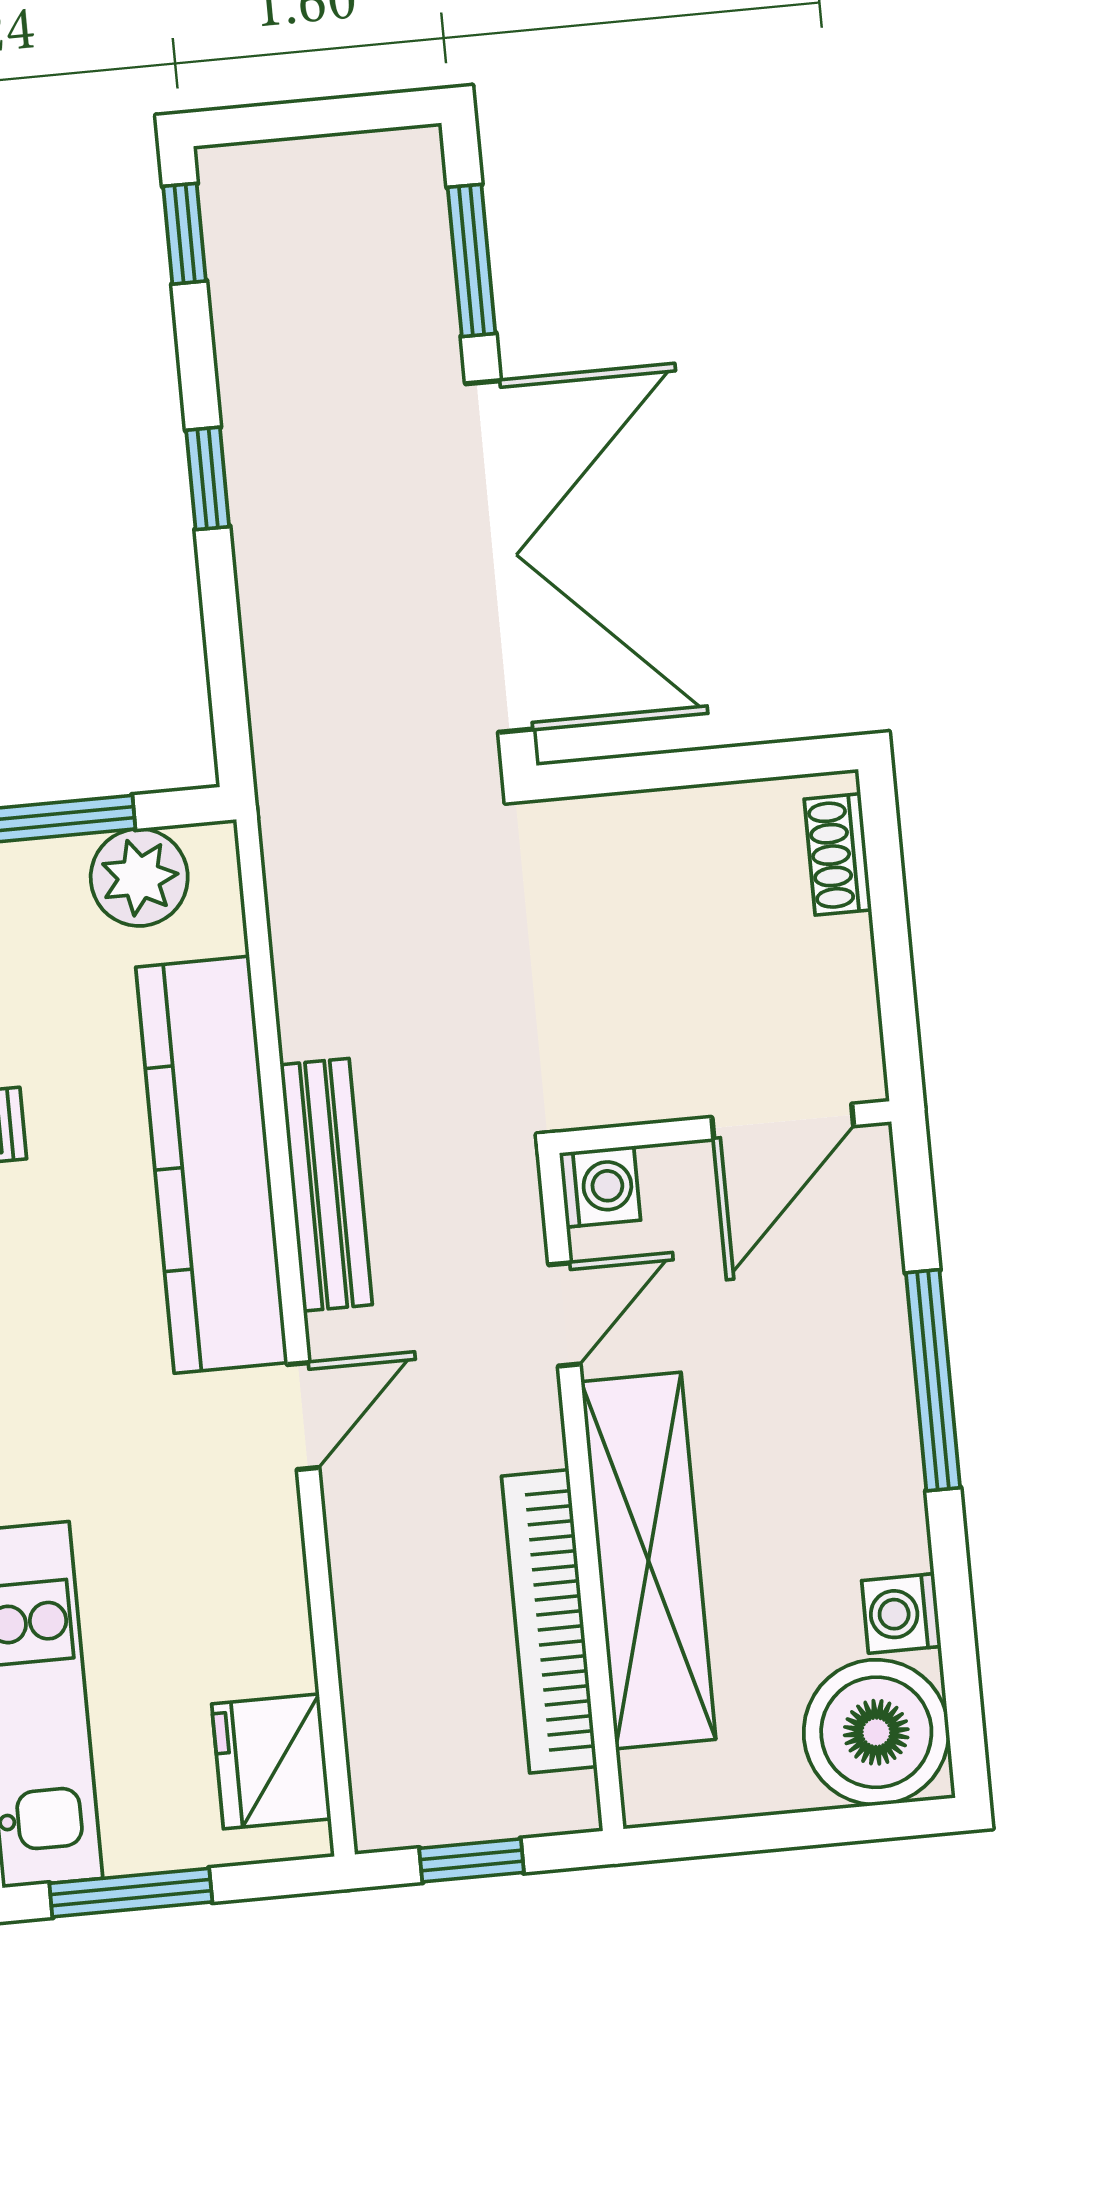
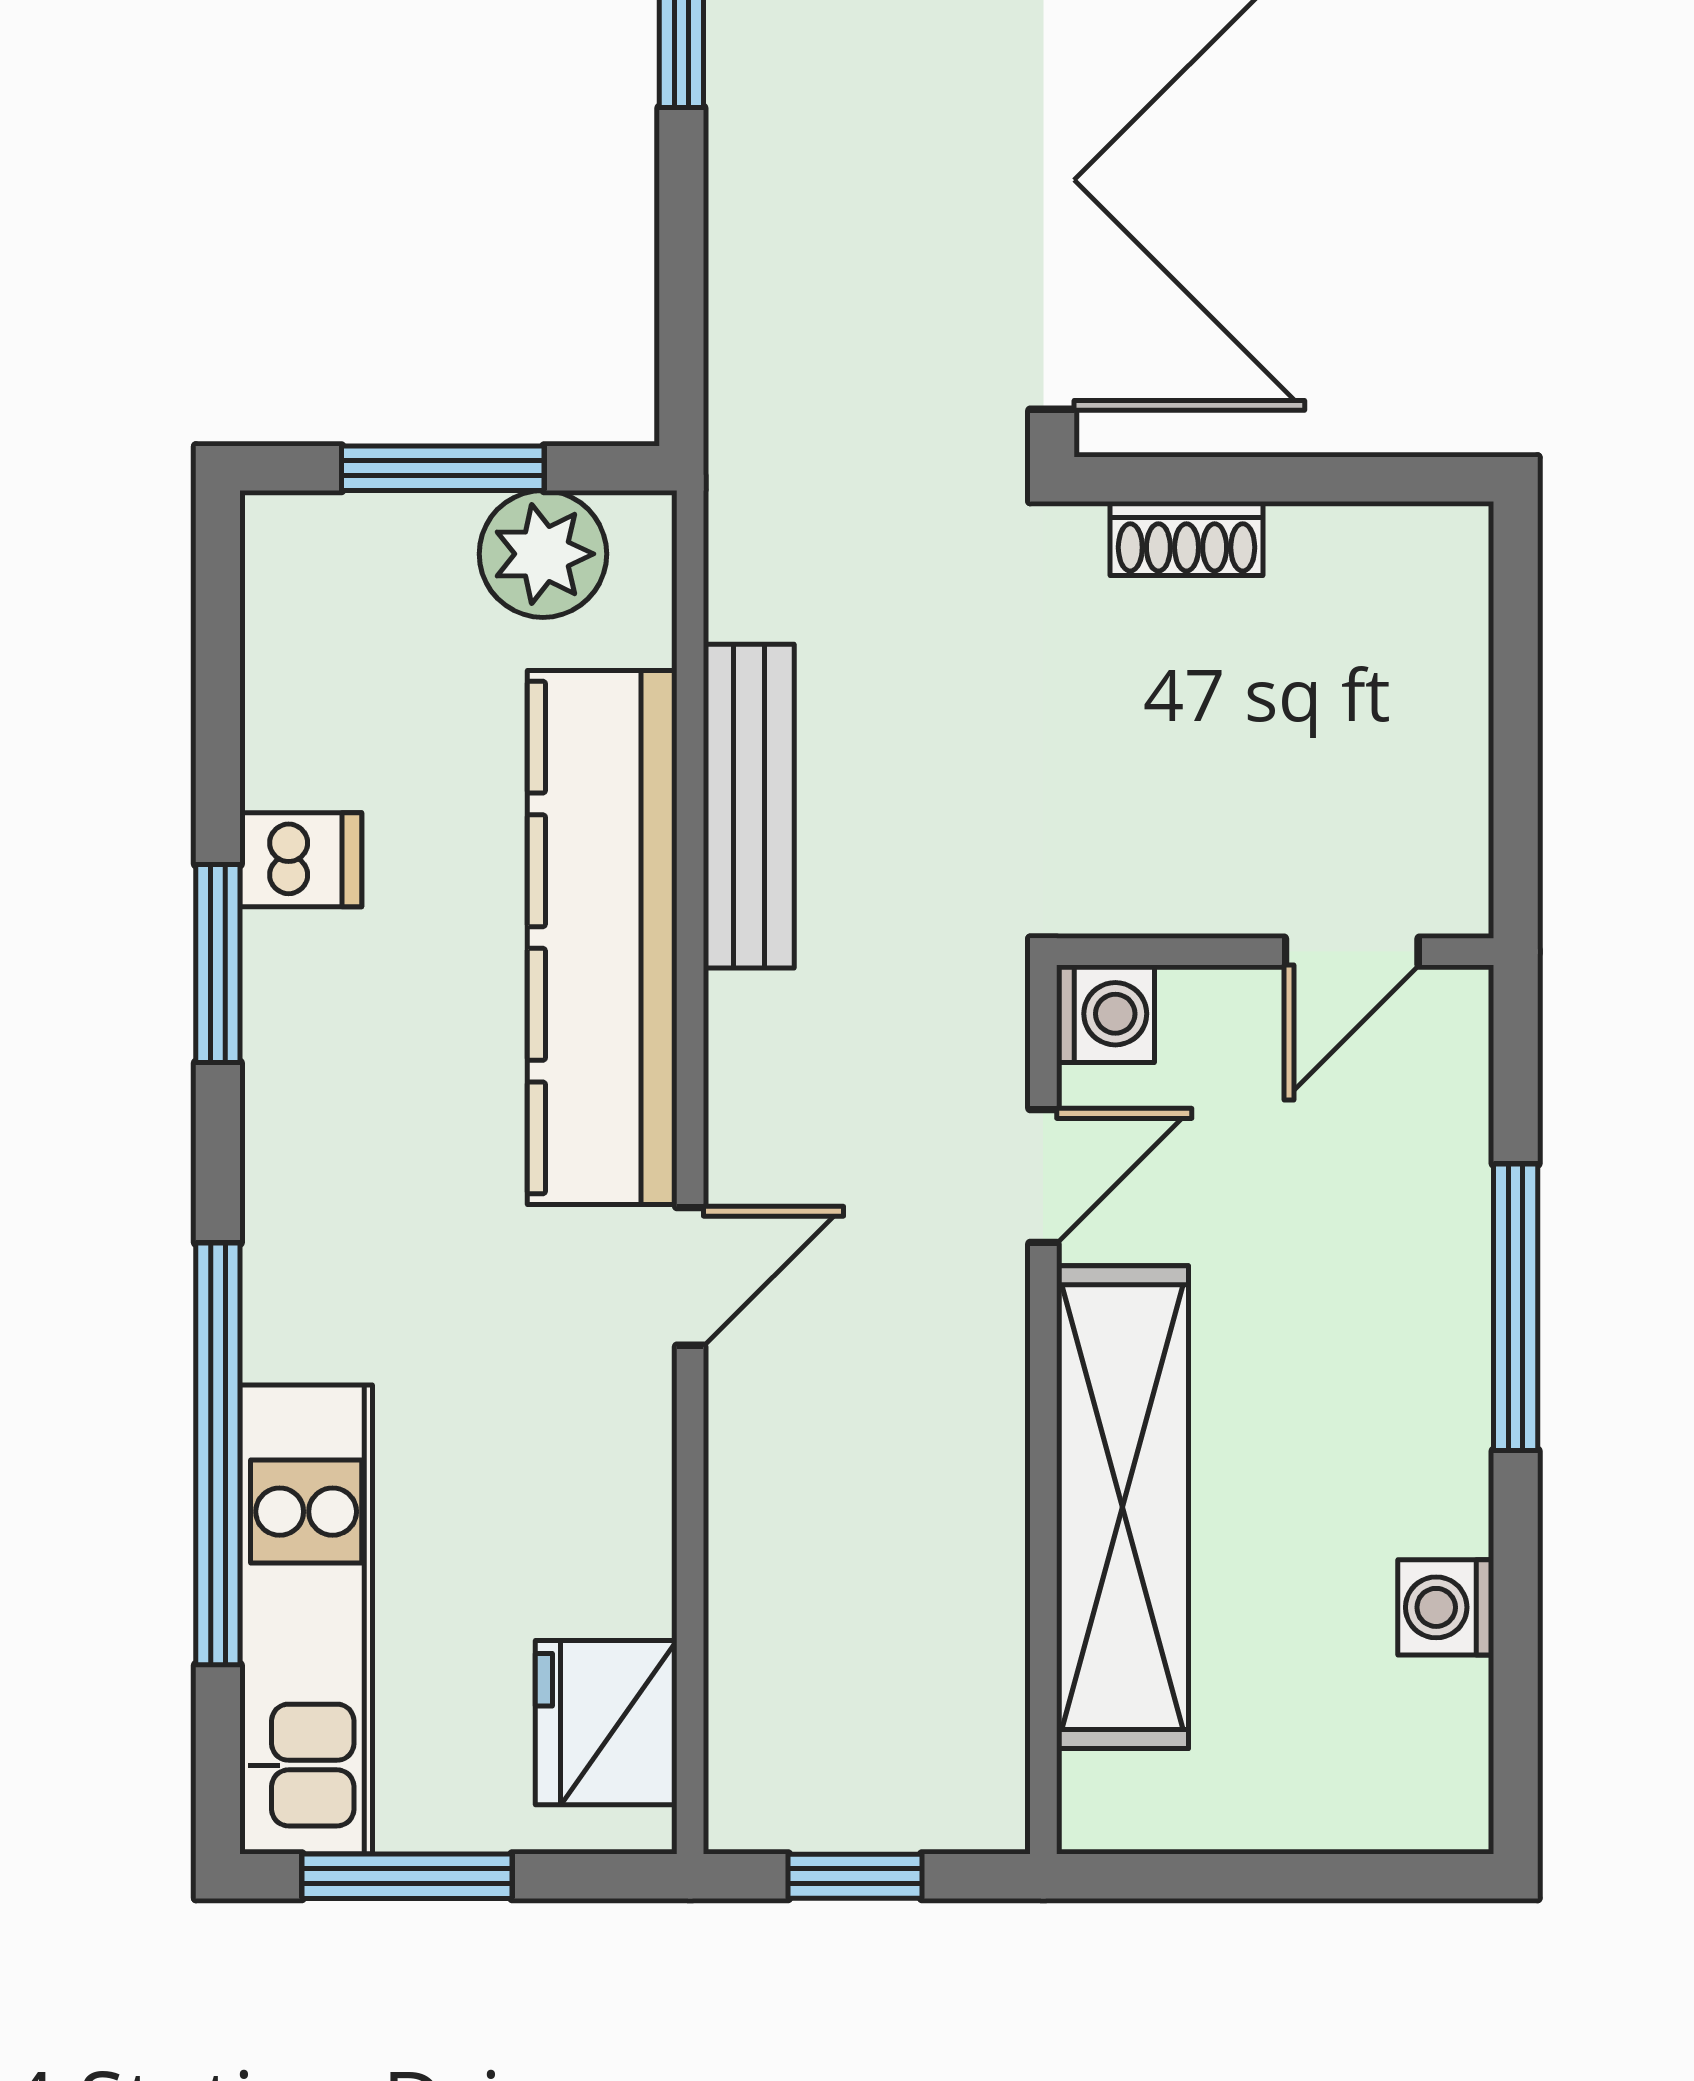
shoe rack: (838, 854) -> (1187, 538), moved, turned -90
door: (783, 1122) -> (1352, 952), width x0.73
bench: (326, 1185) -> (749, 806), moved
bookcase: (549, 1621) -> (986, 1574), removed
boiler: (876, 1732) -> (1398, 1759), removed

